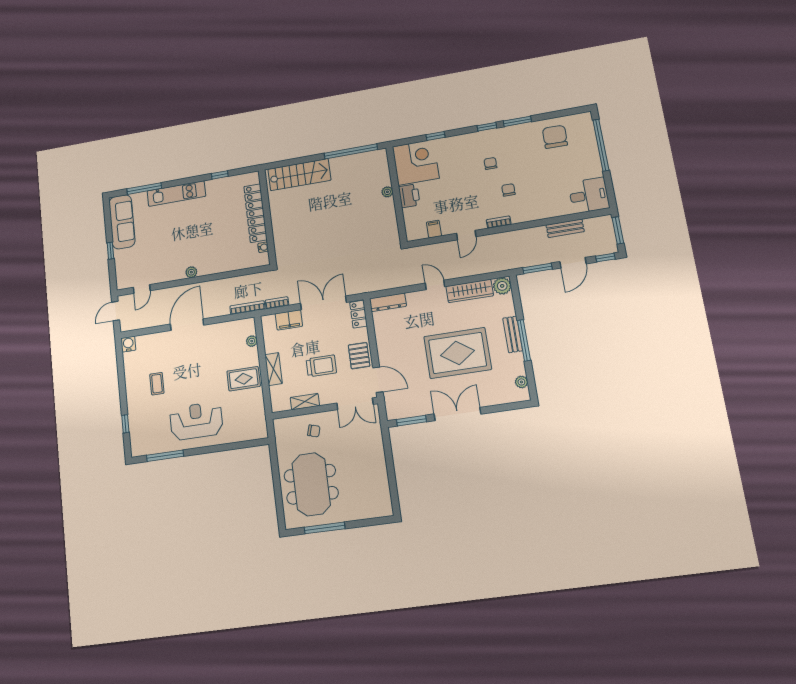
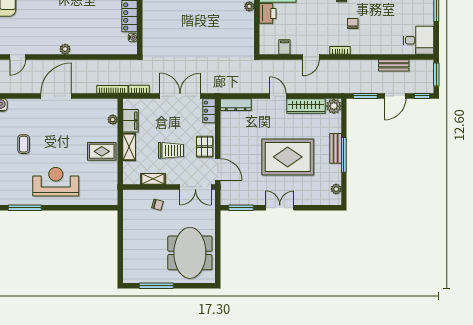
filing cabinet: (289, 320) -> (130, 121), moved, turned -90
double door: (457, 414) -> (280, 208), width x0.73
meeting table: (311, 484) -> (190, 253), moved

